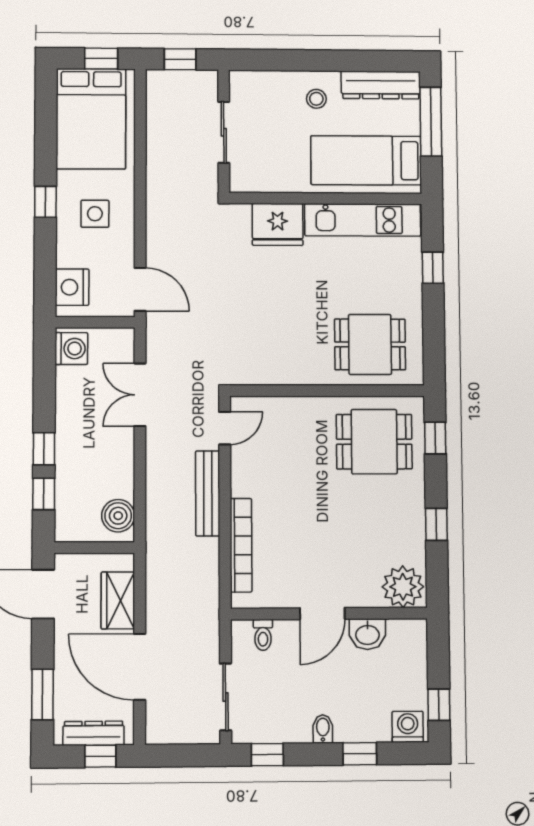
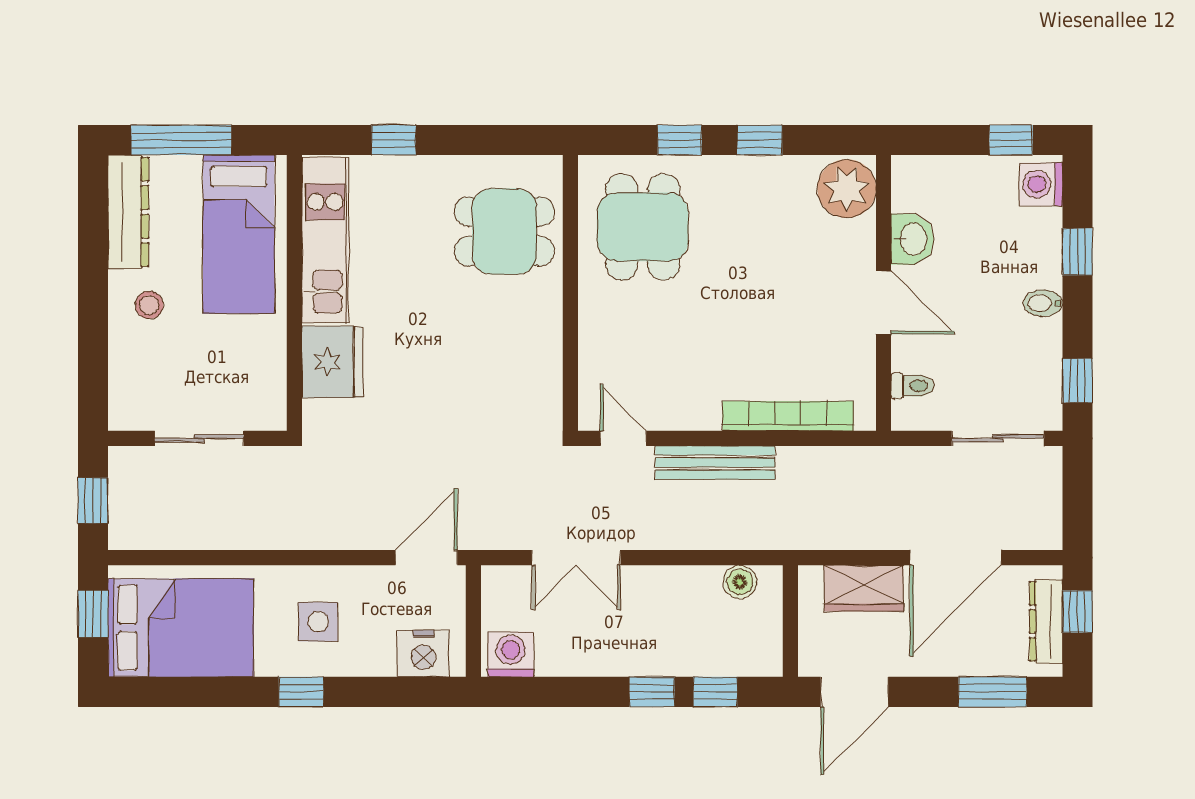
dining table: (370, 344) -> (504, 231), turned 90
window: (435, 438) -> (680, 140), moved
boiler: (118, 516) -> (740, 582), width x0.73, depth x0.73

